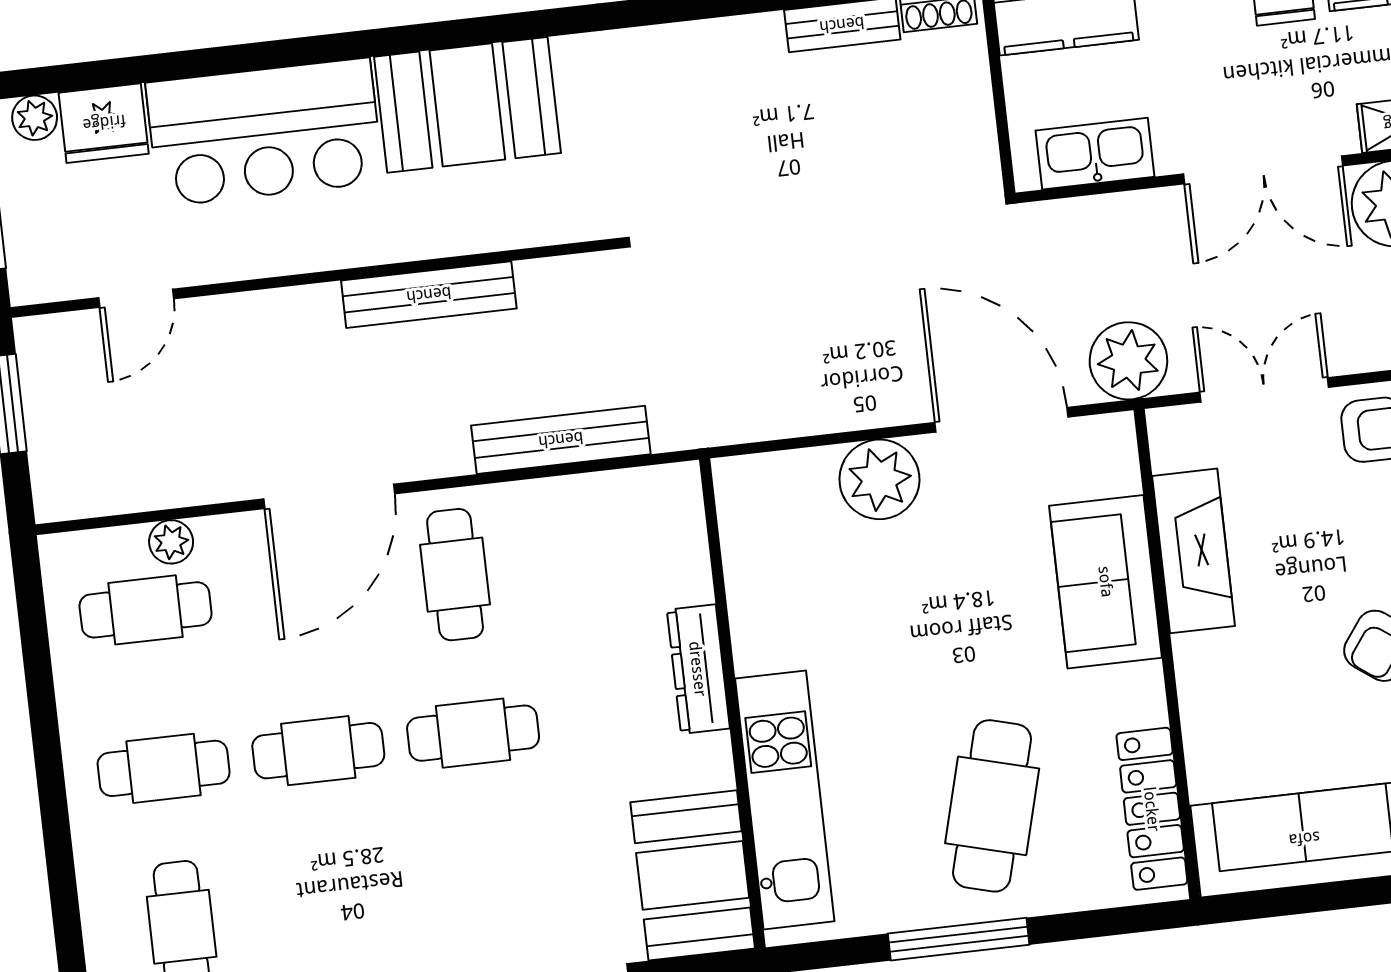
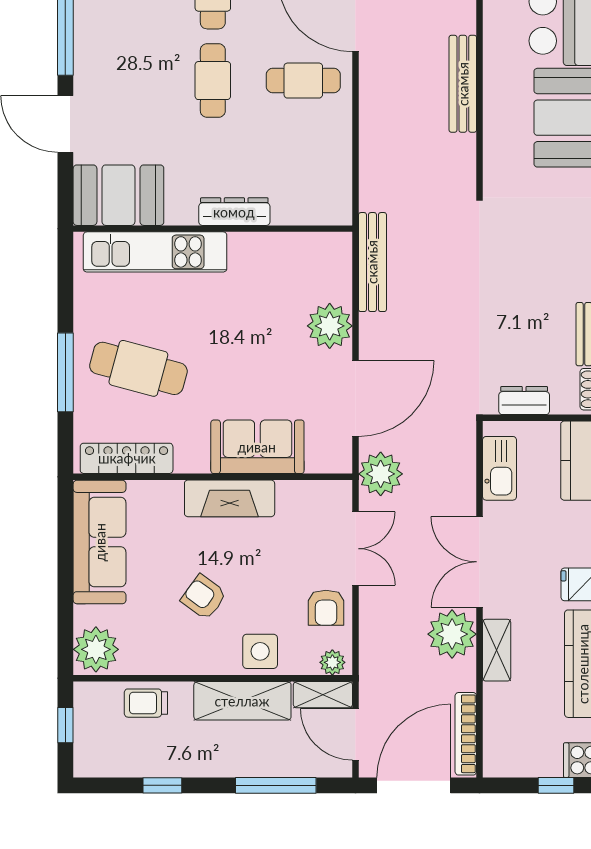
dresser: (971, 124) -> (524, 401), added
bench: (561, 440) -> (372, 262), moved
fireplace: (1194, 551) -> (230, 498), moved
window: (959, 939) -> (65, 372), moved

